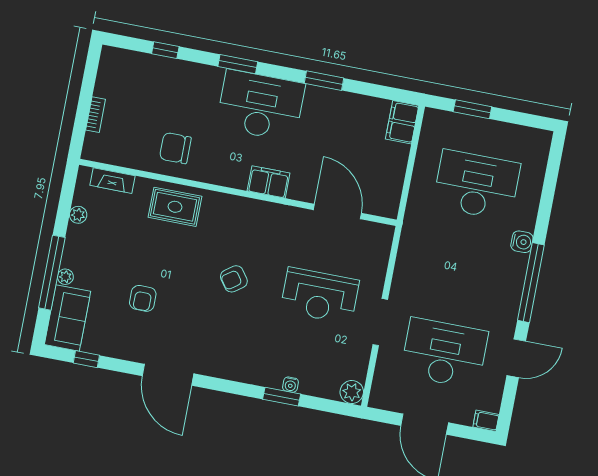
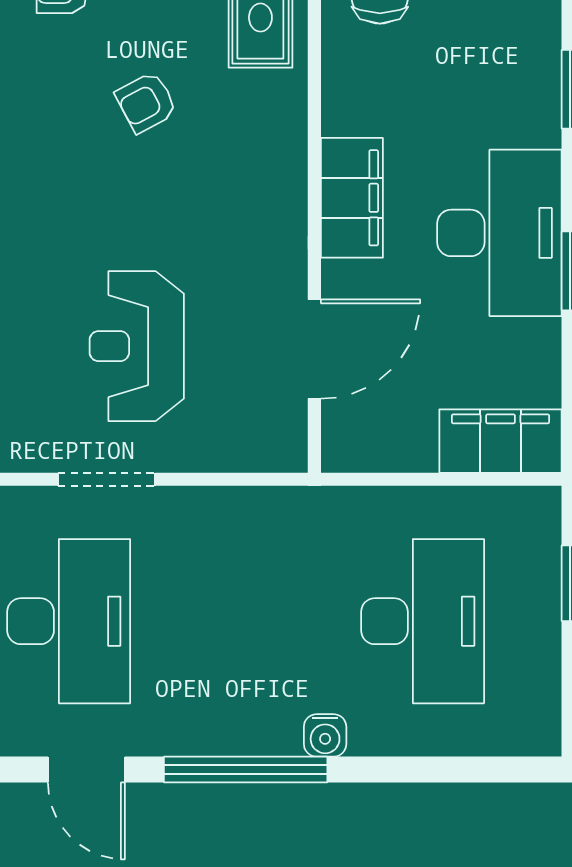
desk: (261, 106) -> (499, 233), moved
filing cabinet: (402, 122) -> (501, 441), width x1.50, depth x1.17
filing cabinet: (269, 182) -> (352, 198), width x1.50, depth x1.17
armchair: (234, 279) -> (146, 102), moved, turned -83

